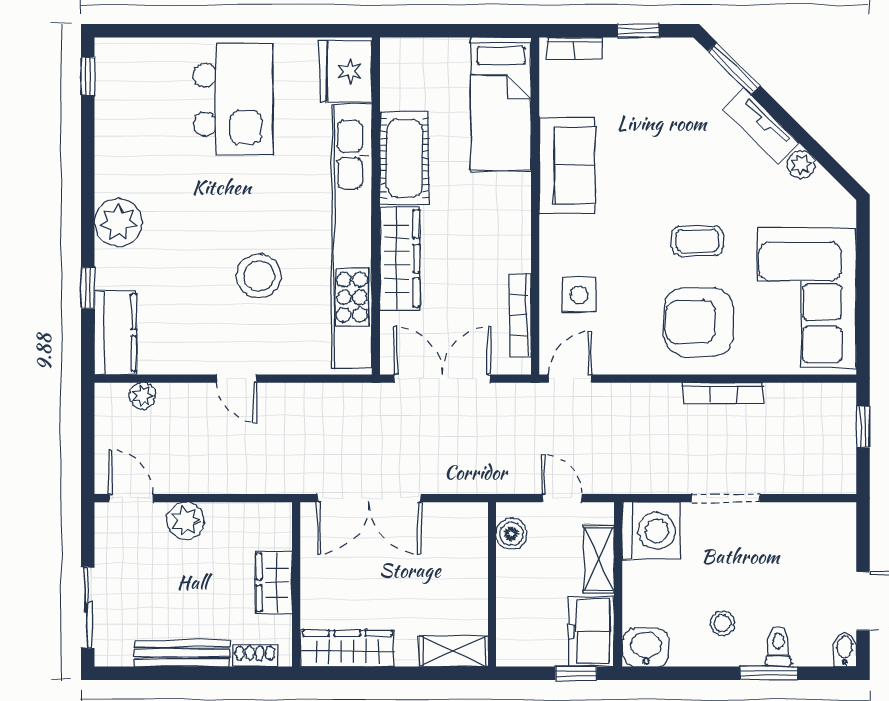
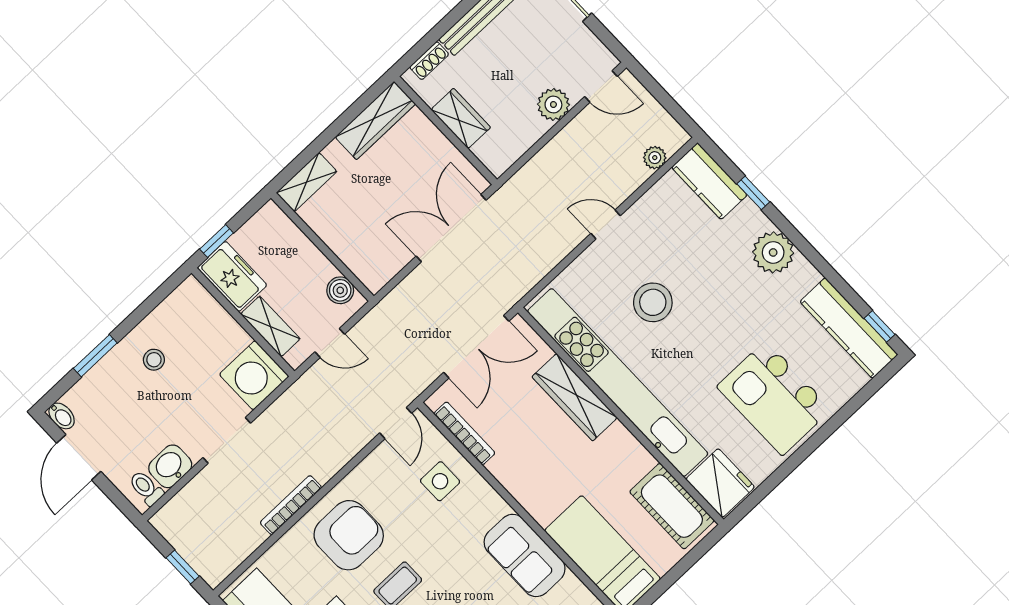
kitchen counter: (115, 99) -> (849, 328), added
cot: (404, 158) -> (672, 506), moved
toilet: (778, 647) -> (146, 488), moved, turned 180
washbasin: (646, 648) -> (170, 466), moved, turned 180

